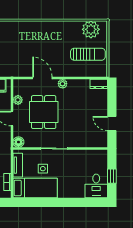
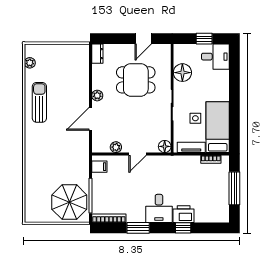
plant: (91, 29) -> (30, 63), width x0.53, depth x0.53
sun lounger: (88, 54) -> (39, 102), moved
dining table: (44, 112) -> (136, 80), moved
floor lamp: (82, 157) -> (182, 73), added

